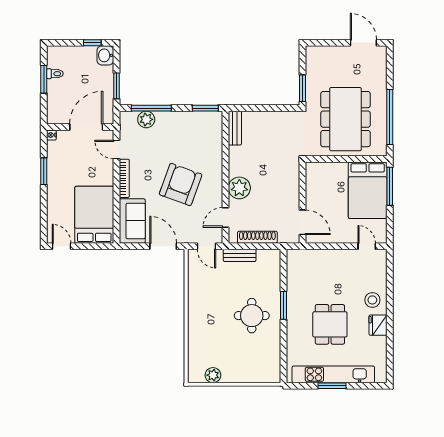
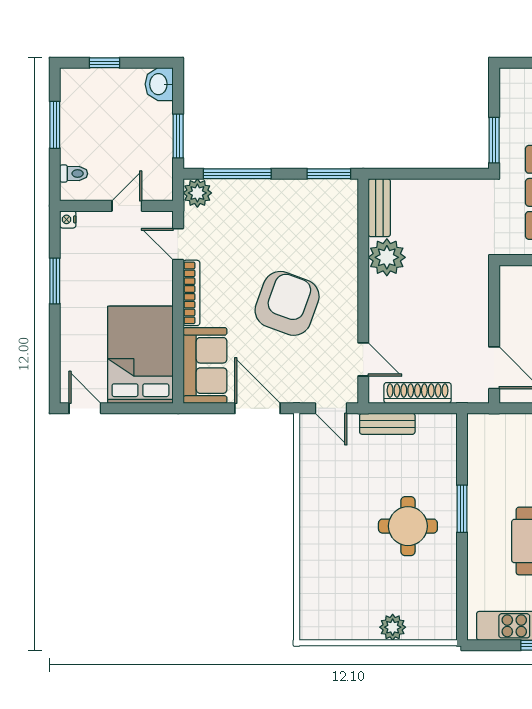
window: (92, 43) -> (104, 63), moved
toilet: (55, 74) -> (74, 174), moved
plant: (146, 119) -> (197, 193), moved
door: (86, 127) -> (127, 206), width x0.53
plant: (239, 188) -> (387, 257), moved
door: (225, 217) -> (363, 359), swing flipped
plant: (213, 375) -> (393, 627), moved

